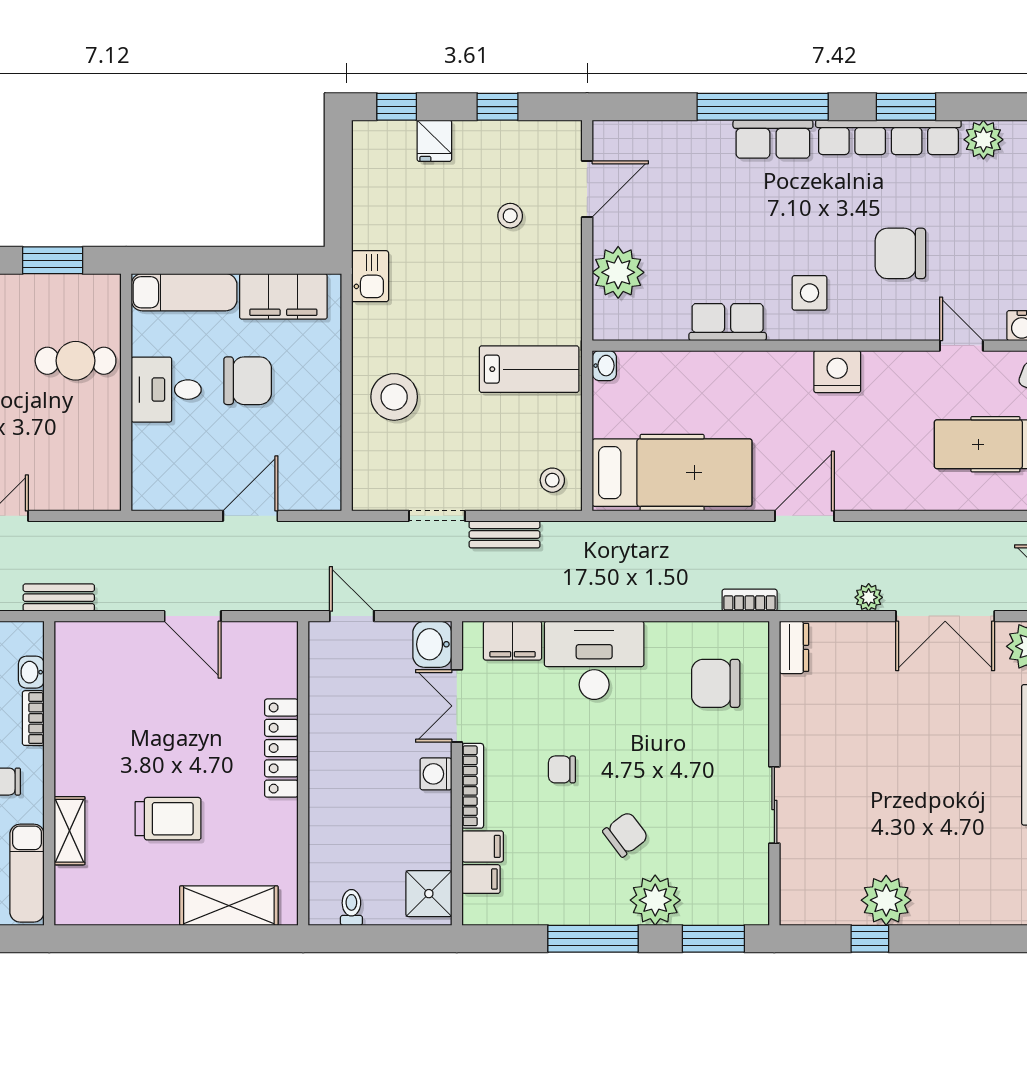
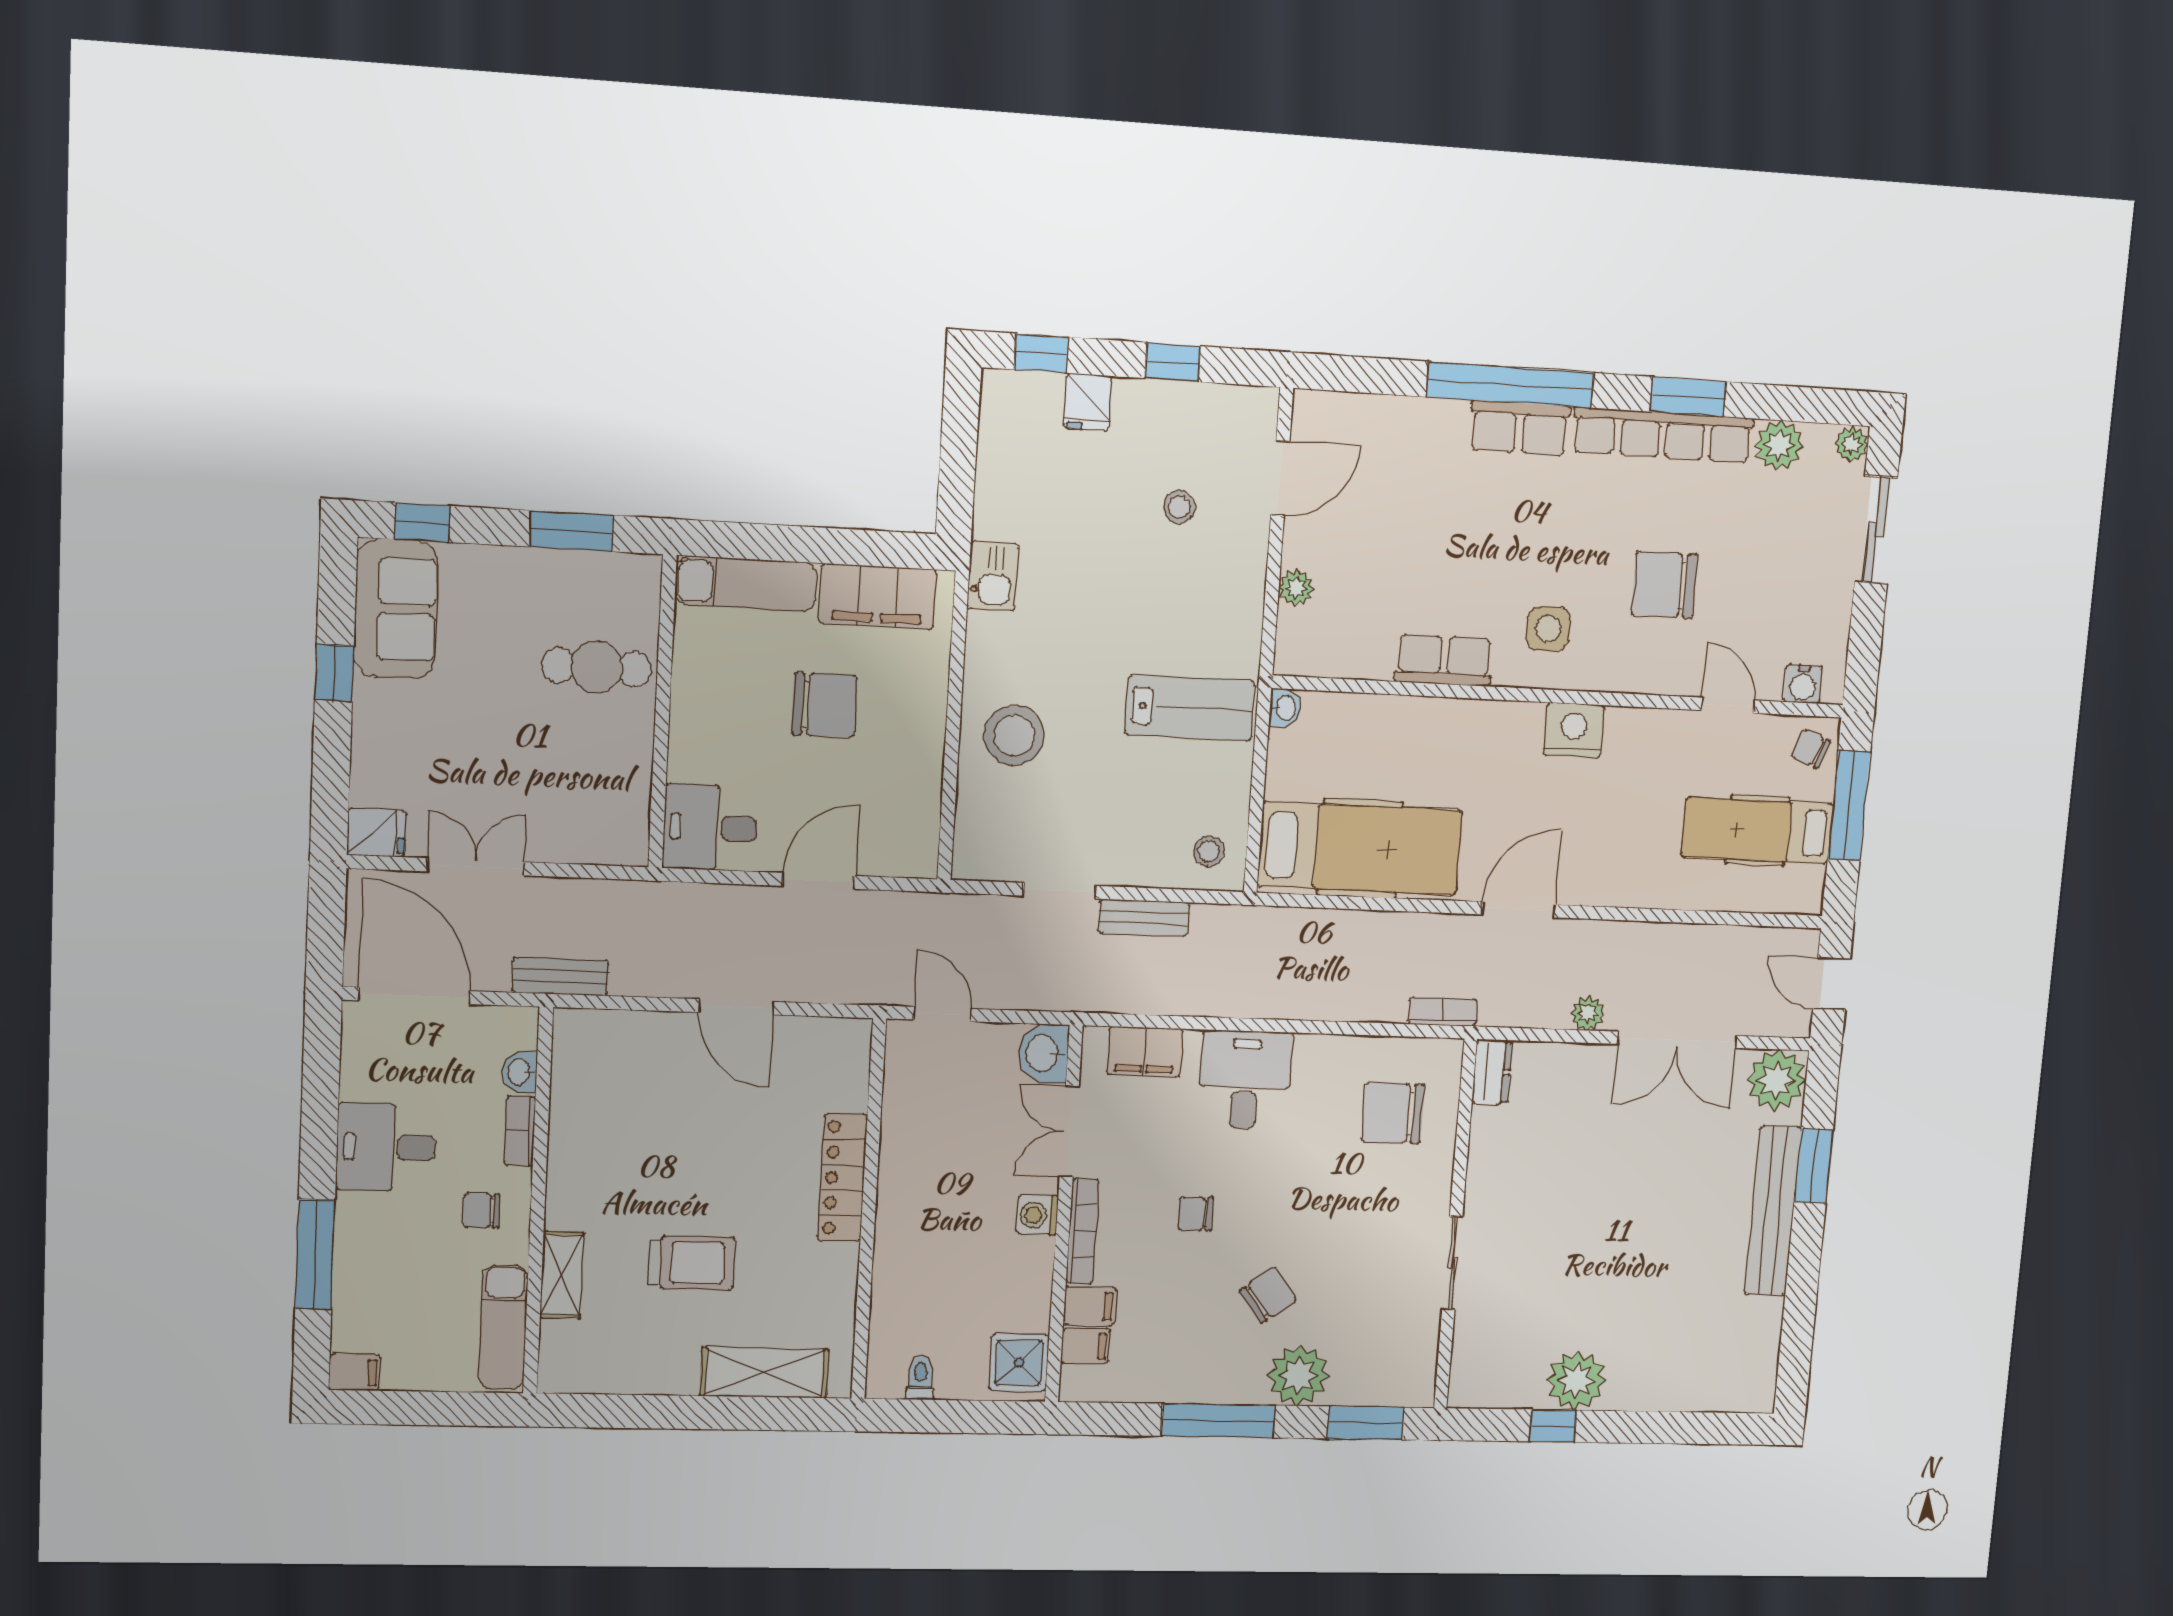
plant: (618, 272) -> (1296, 588), width x0.53, depth x0.53
desk: (166, 390) -> (710, 828), moved
desk: (594, 660) -> (1245, 1080), width x0.73

